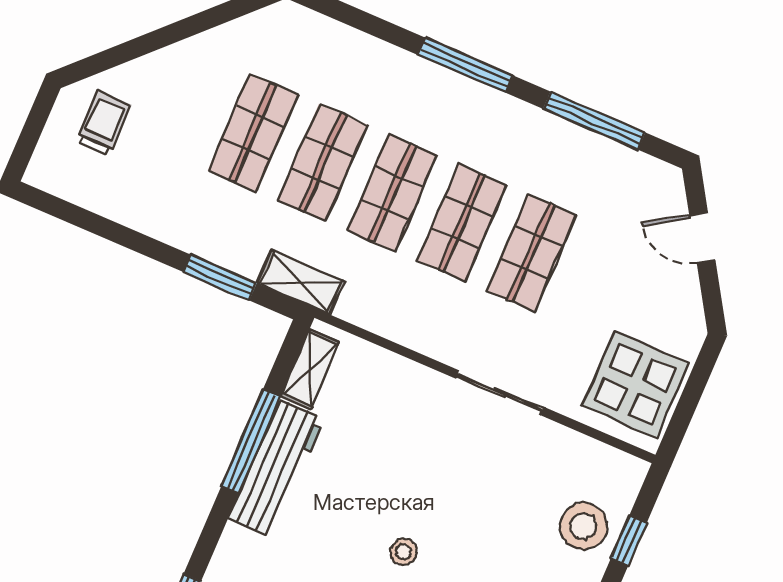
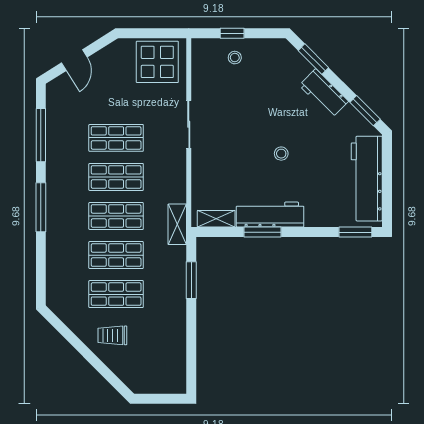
trolley: (104, 123) -> (112, 335), moved
shelving: (300, 283) -> (177, 224), moved
window: (251, 441) -> (262, 232), width x0.69
stool: (584, 526) -> (235, 58), width x0.53, depth x0.53
stool: (403, 552) -> (281, 154), moved

